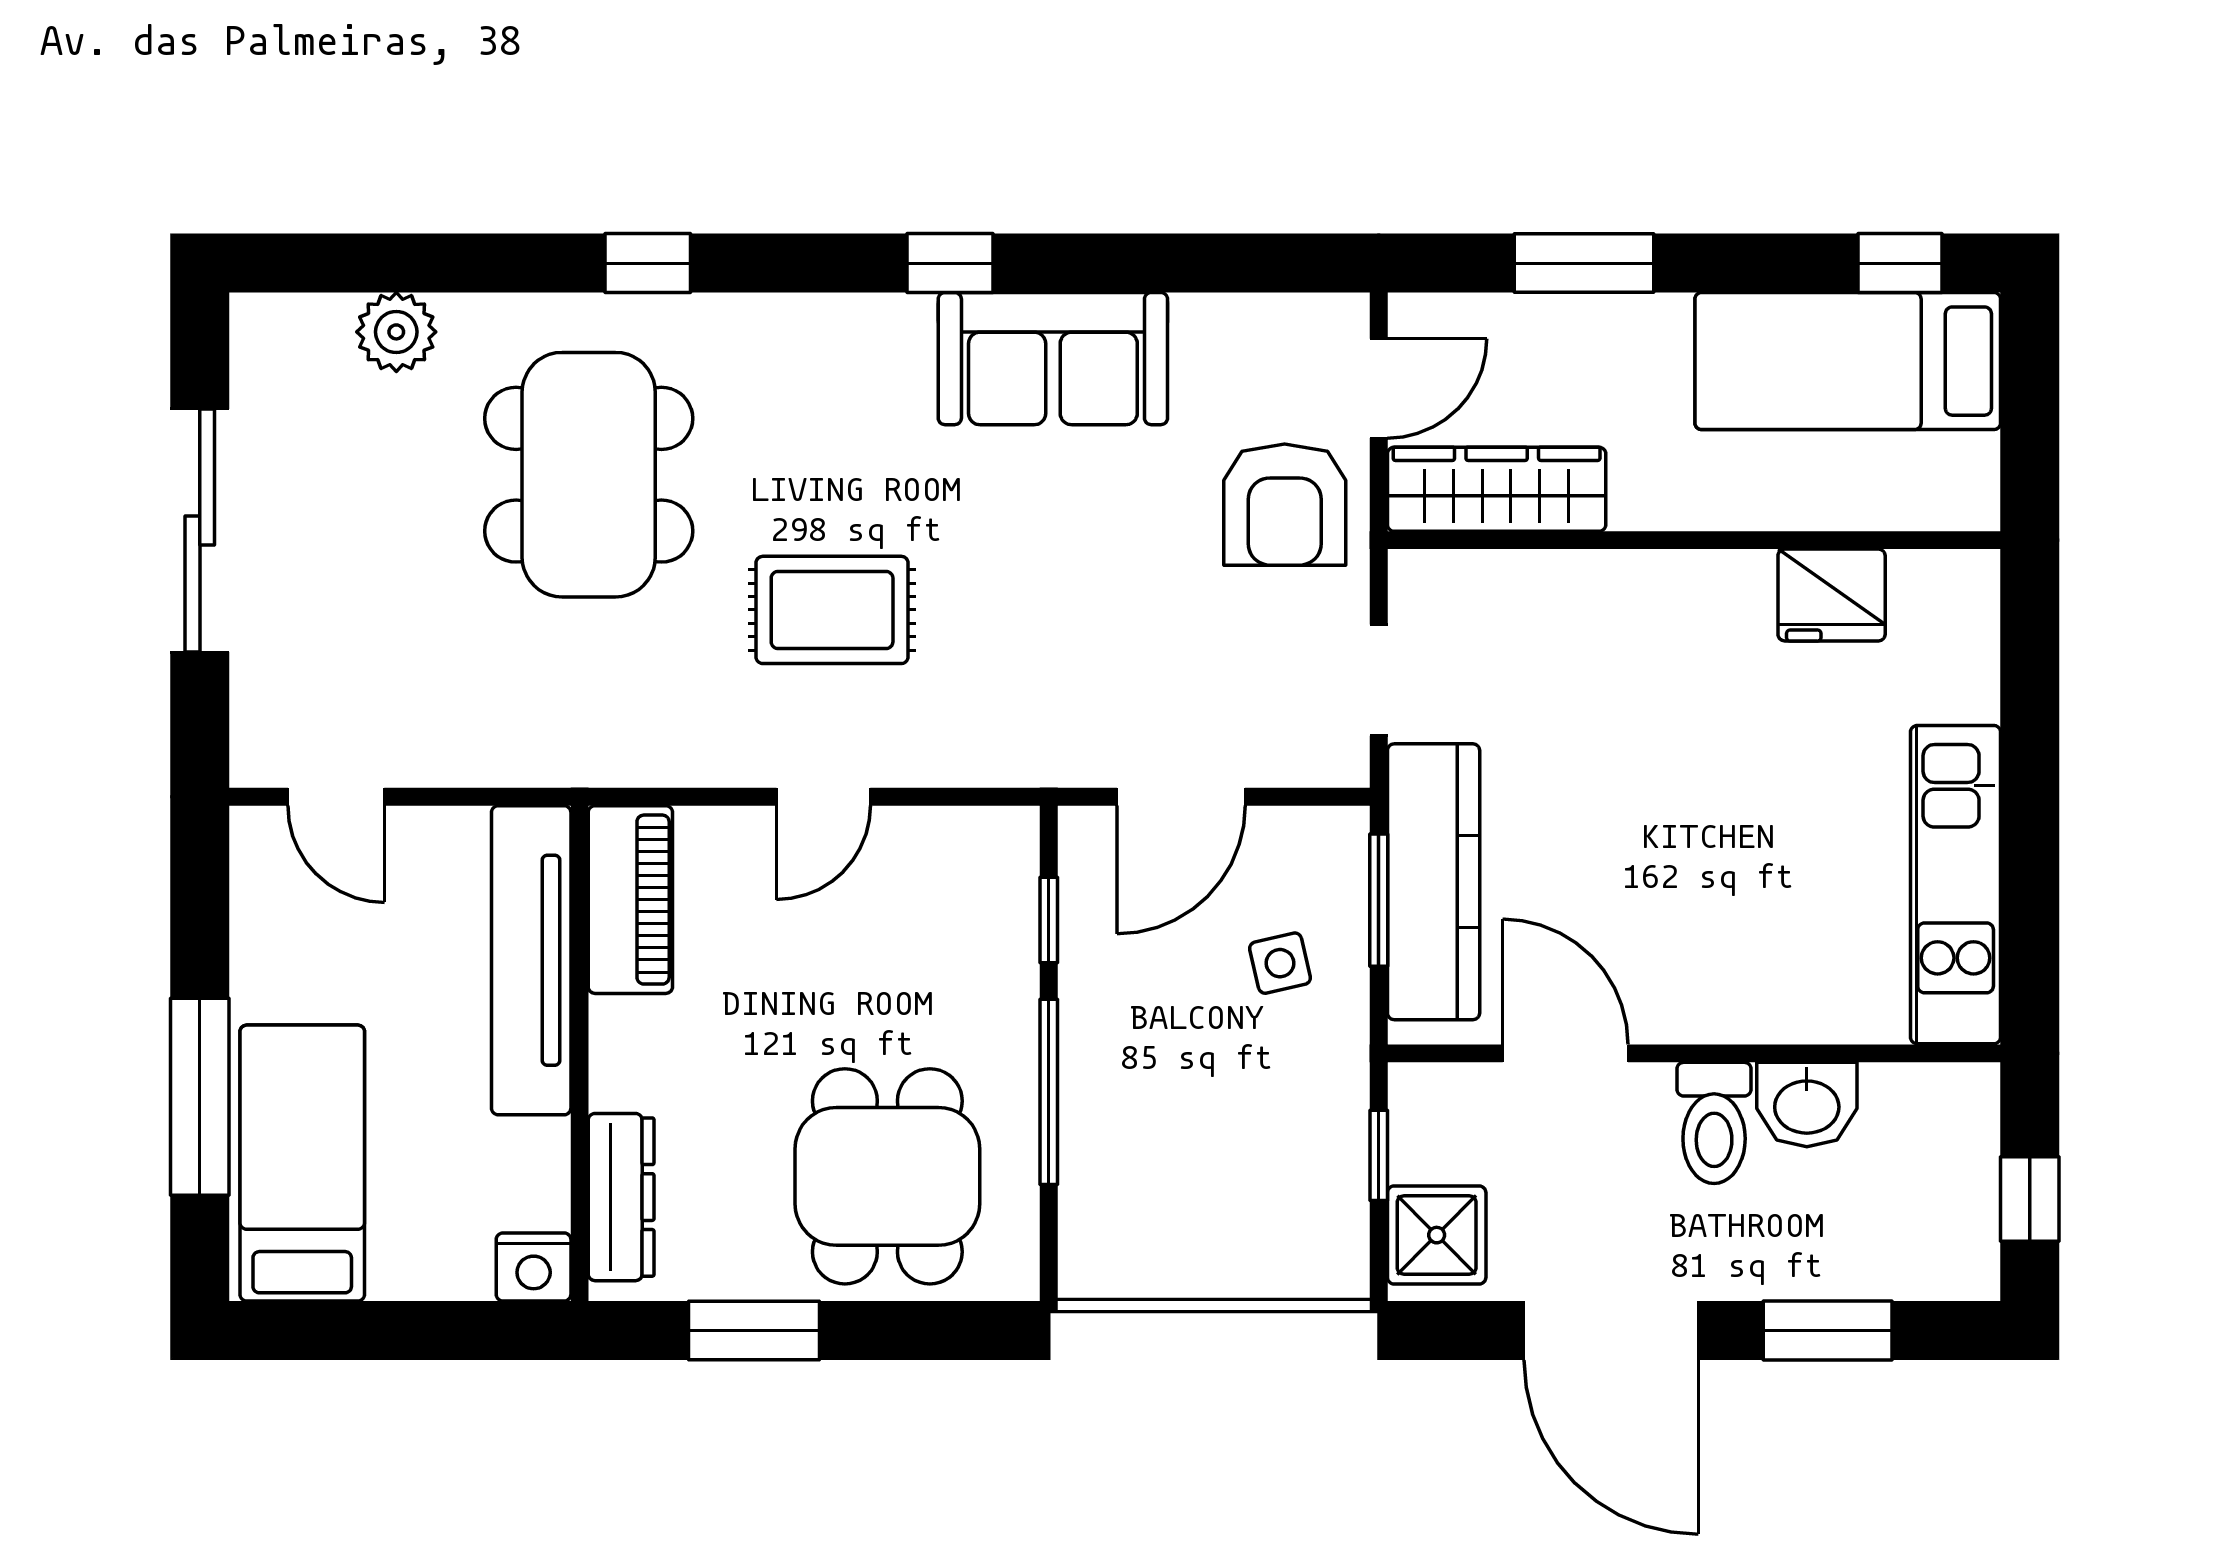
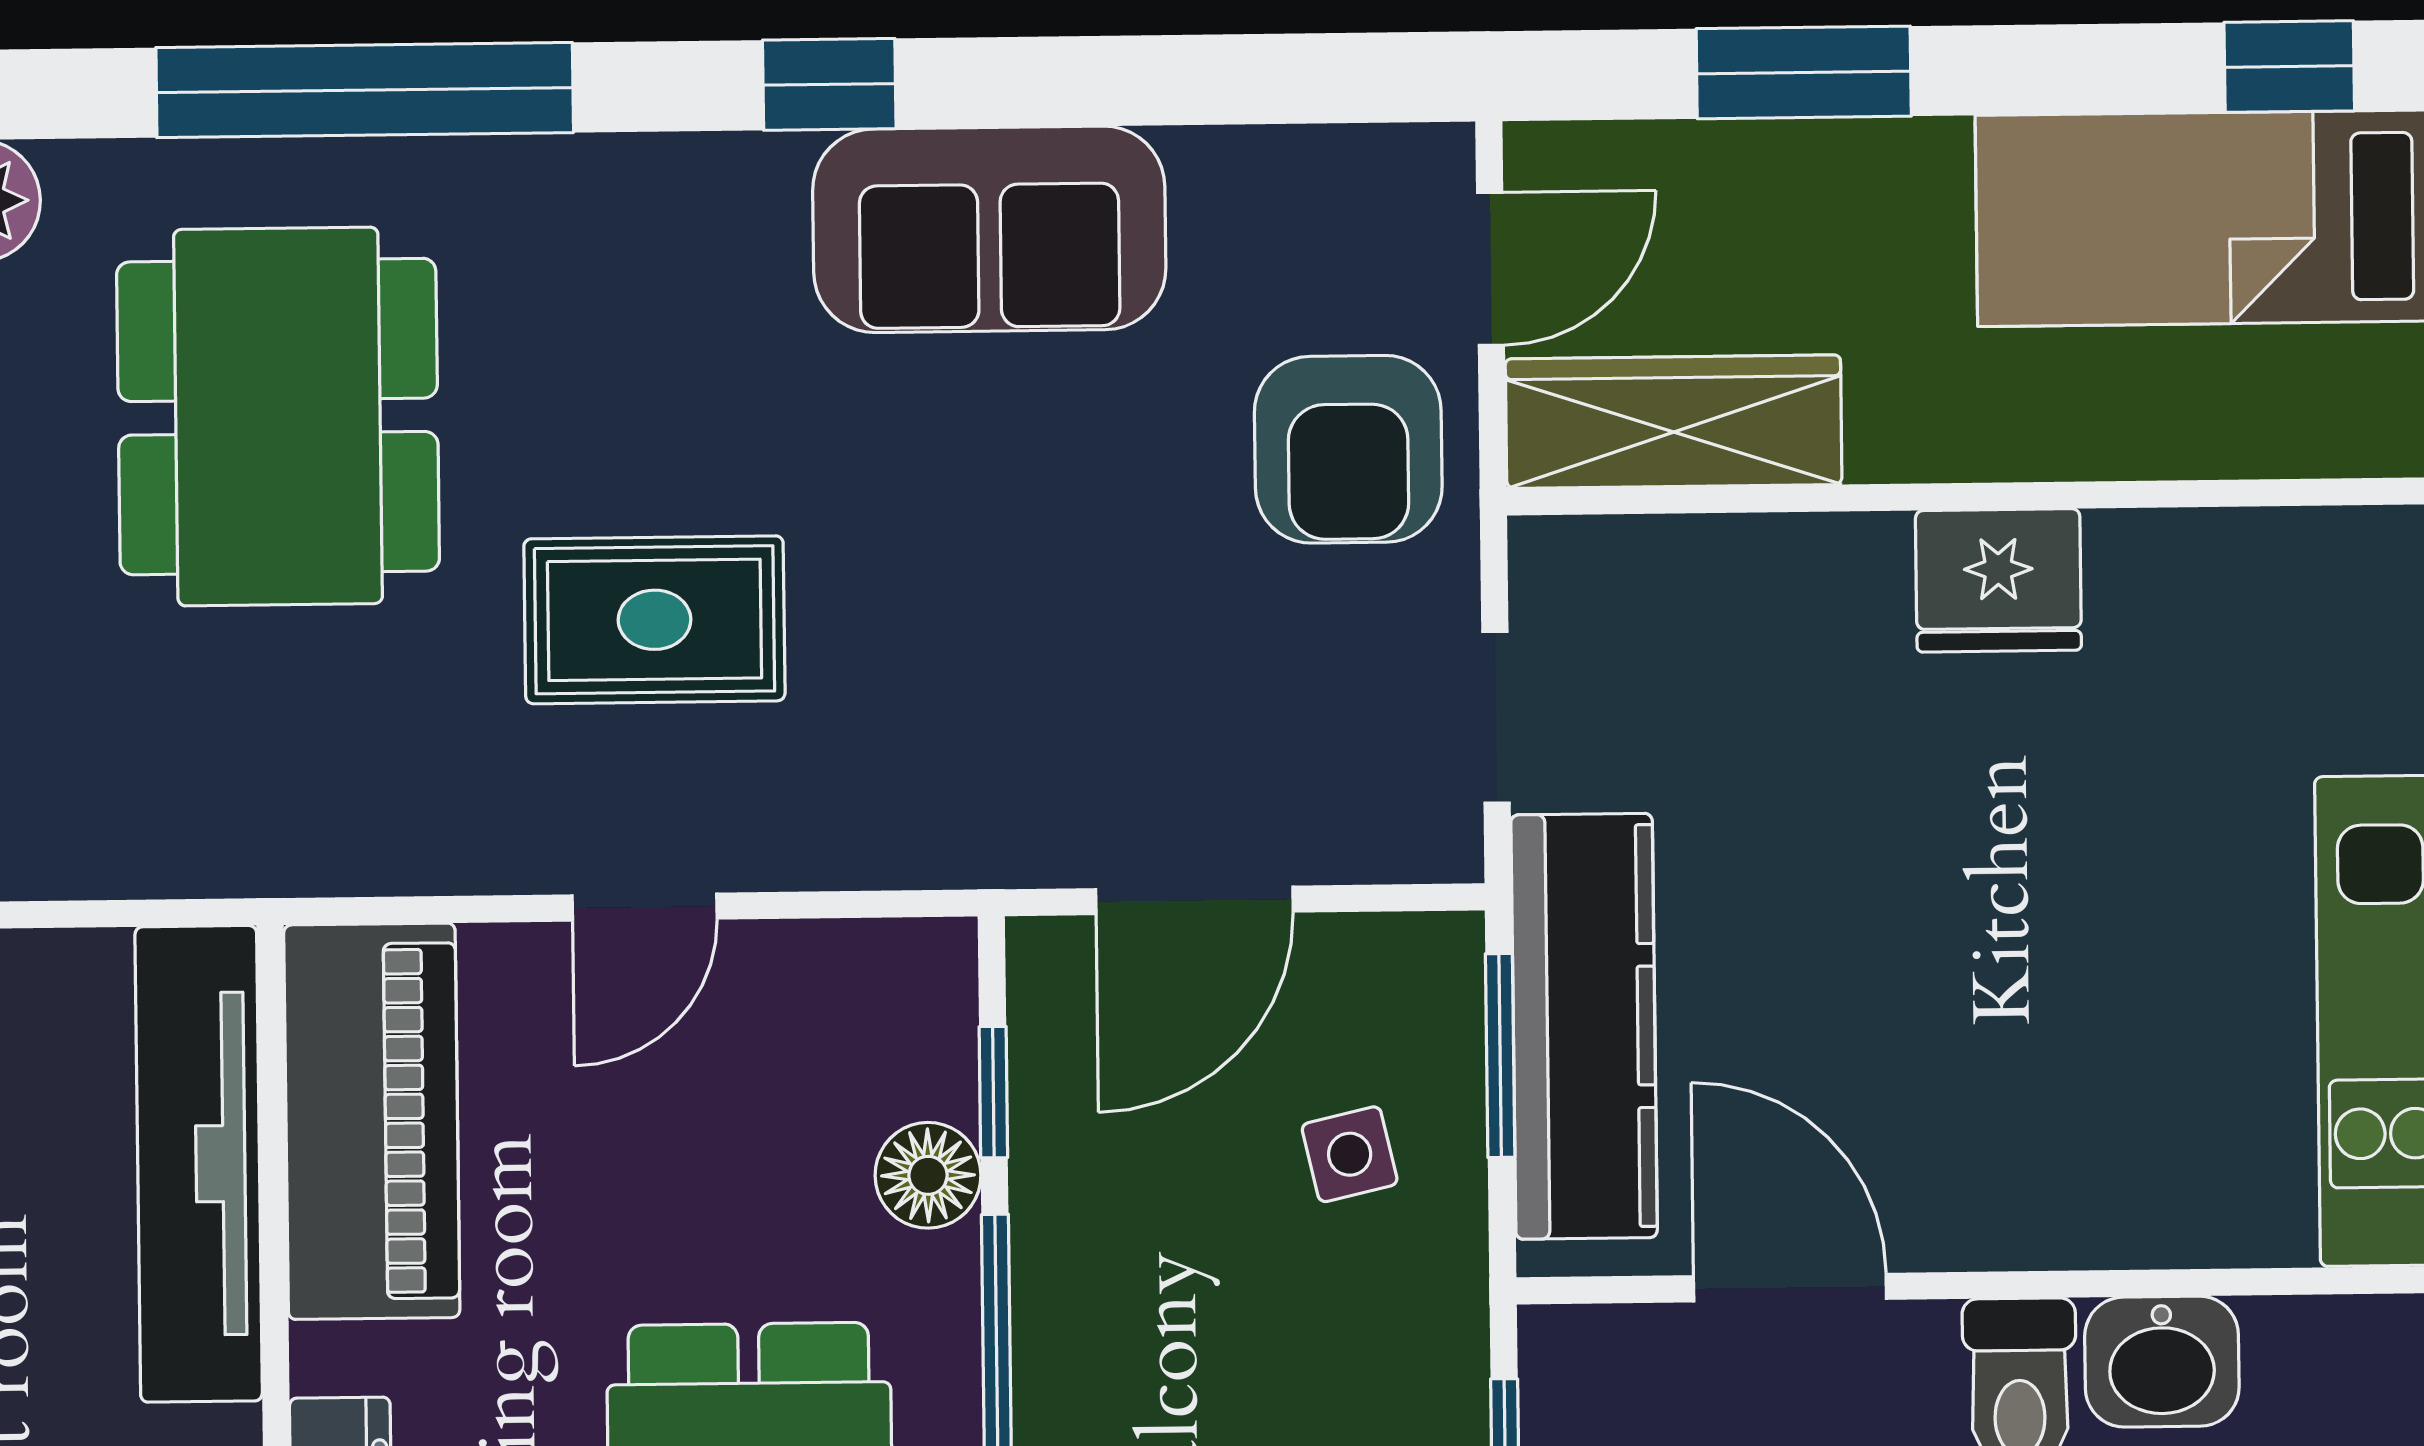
window: (648, 263) -> (365, 90), width x3.17
fridge: (1832, 595) -> (1998, 580), moved
piano: (630, 900) -> (372, 1121), width x1.37, depth x1.33
floor lamp: (1006, 974) -> (928, 1175), added

